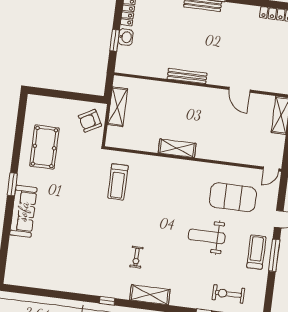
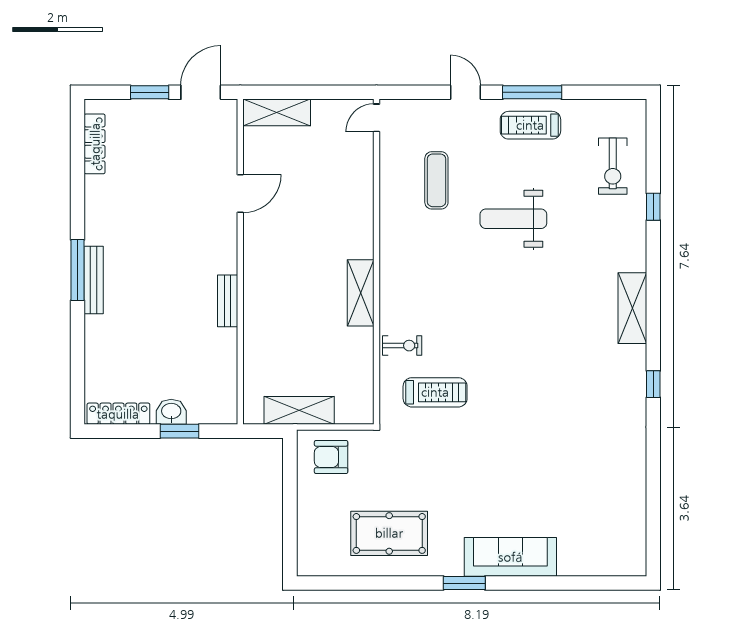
bench: (187, 76) -> (228, 301), width x0.73
armchair: (90, 121) -> (331, 457), turned 119
door: (271, 169) -> (377, 118), swing flipped
exercise mat: (233, 197) -> (436, 180), width x0.50, depth x0.69
weight bench: (207, 236) -> (513, 219), turned 90
exercise bike: (136, 257) -> (402, 346), moved

